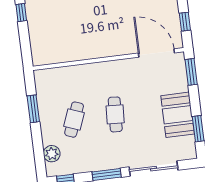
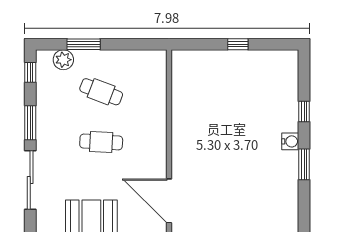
door: (156, 53) -> (169, 201), swing flipped
window: (33, 109) -> (84, 44), moved

